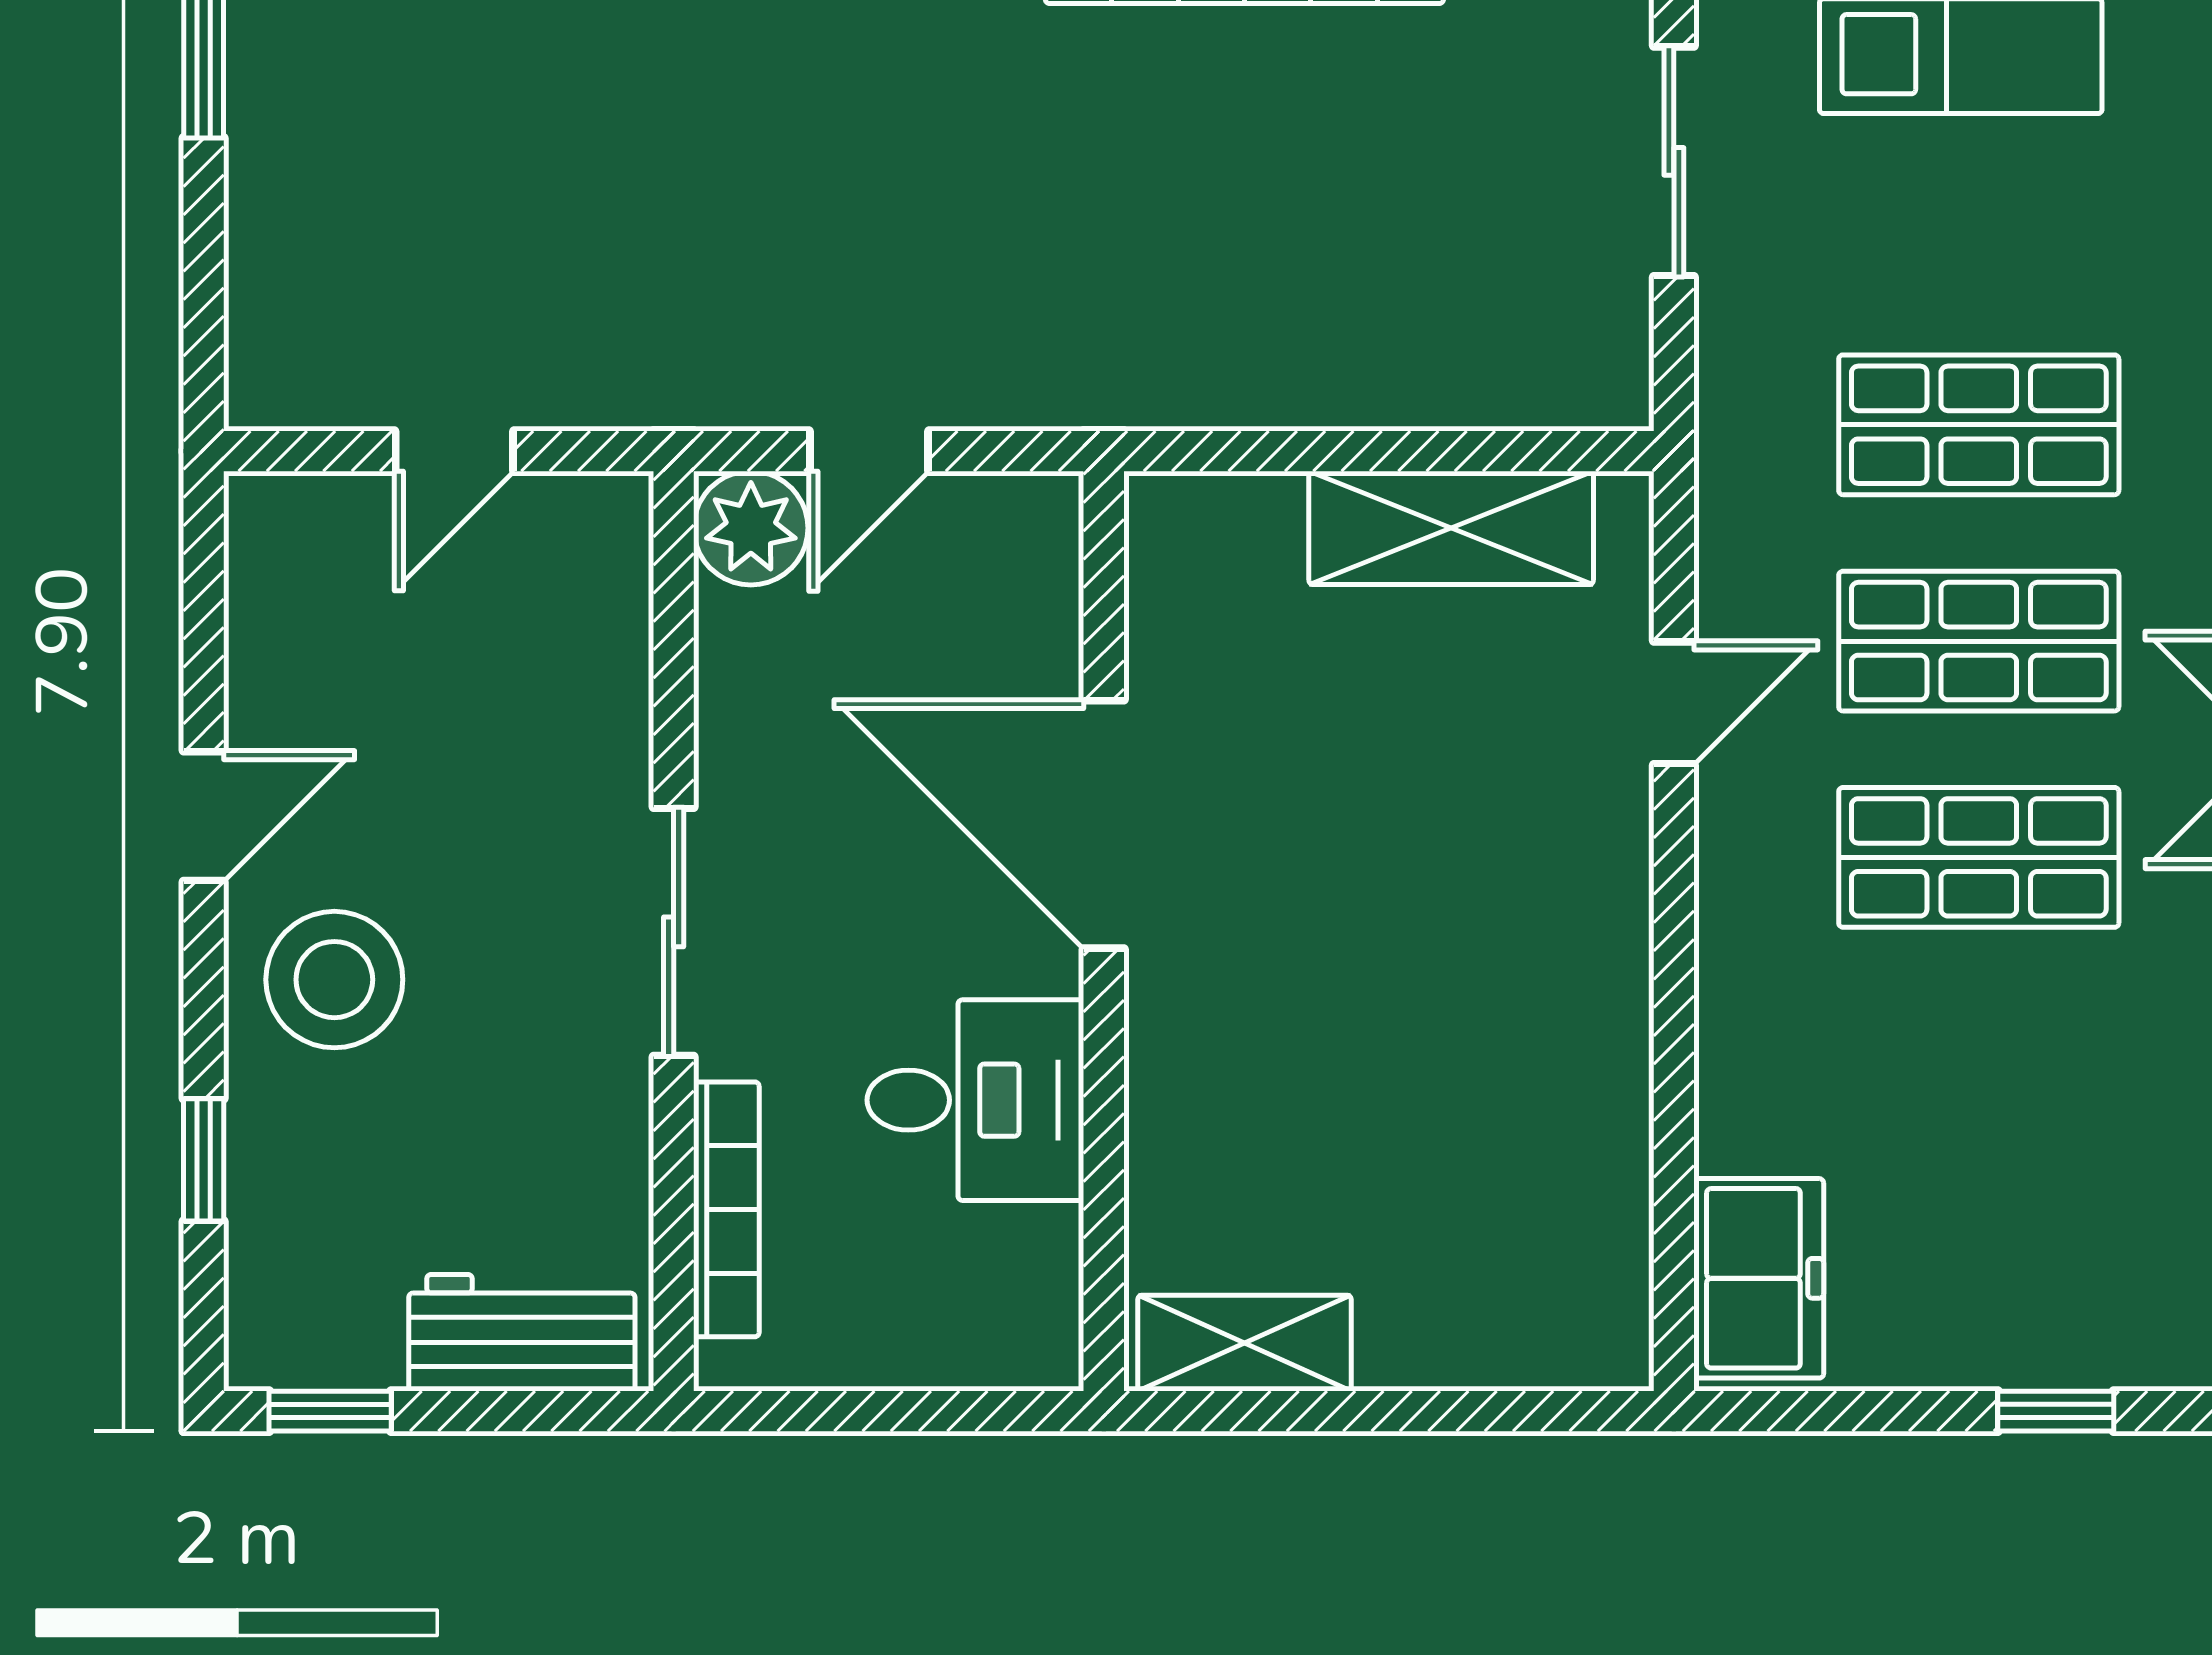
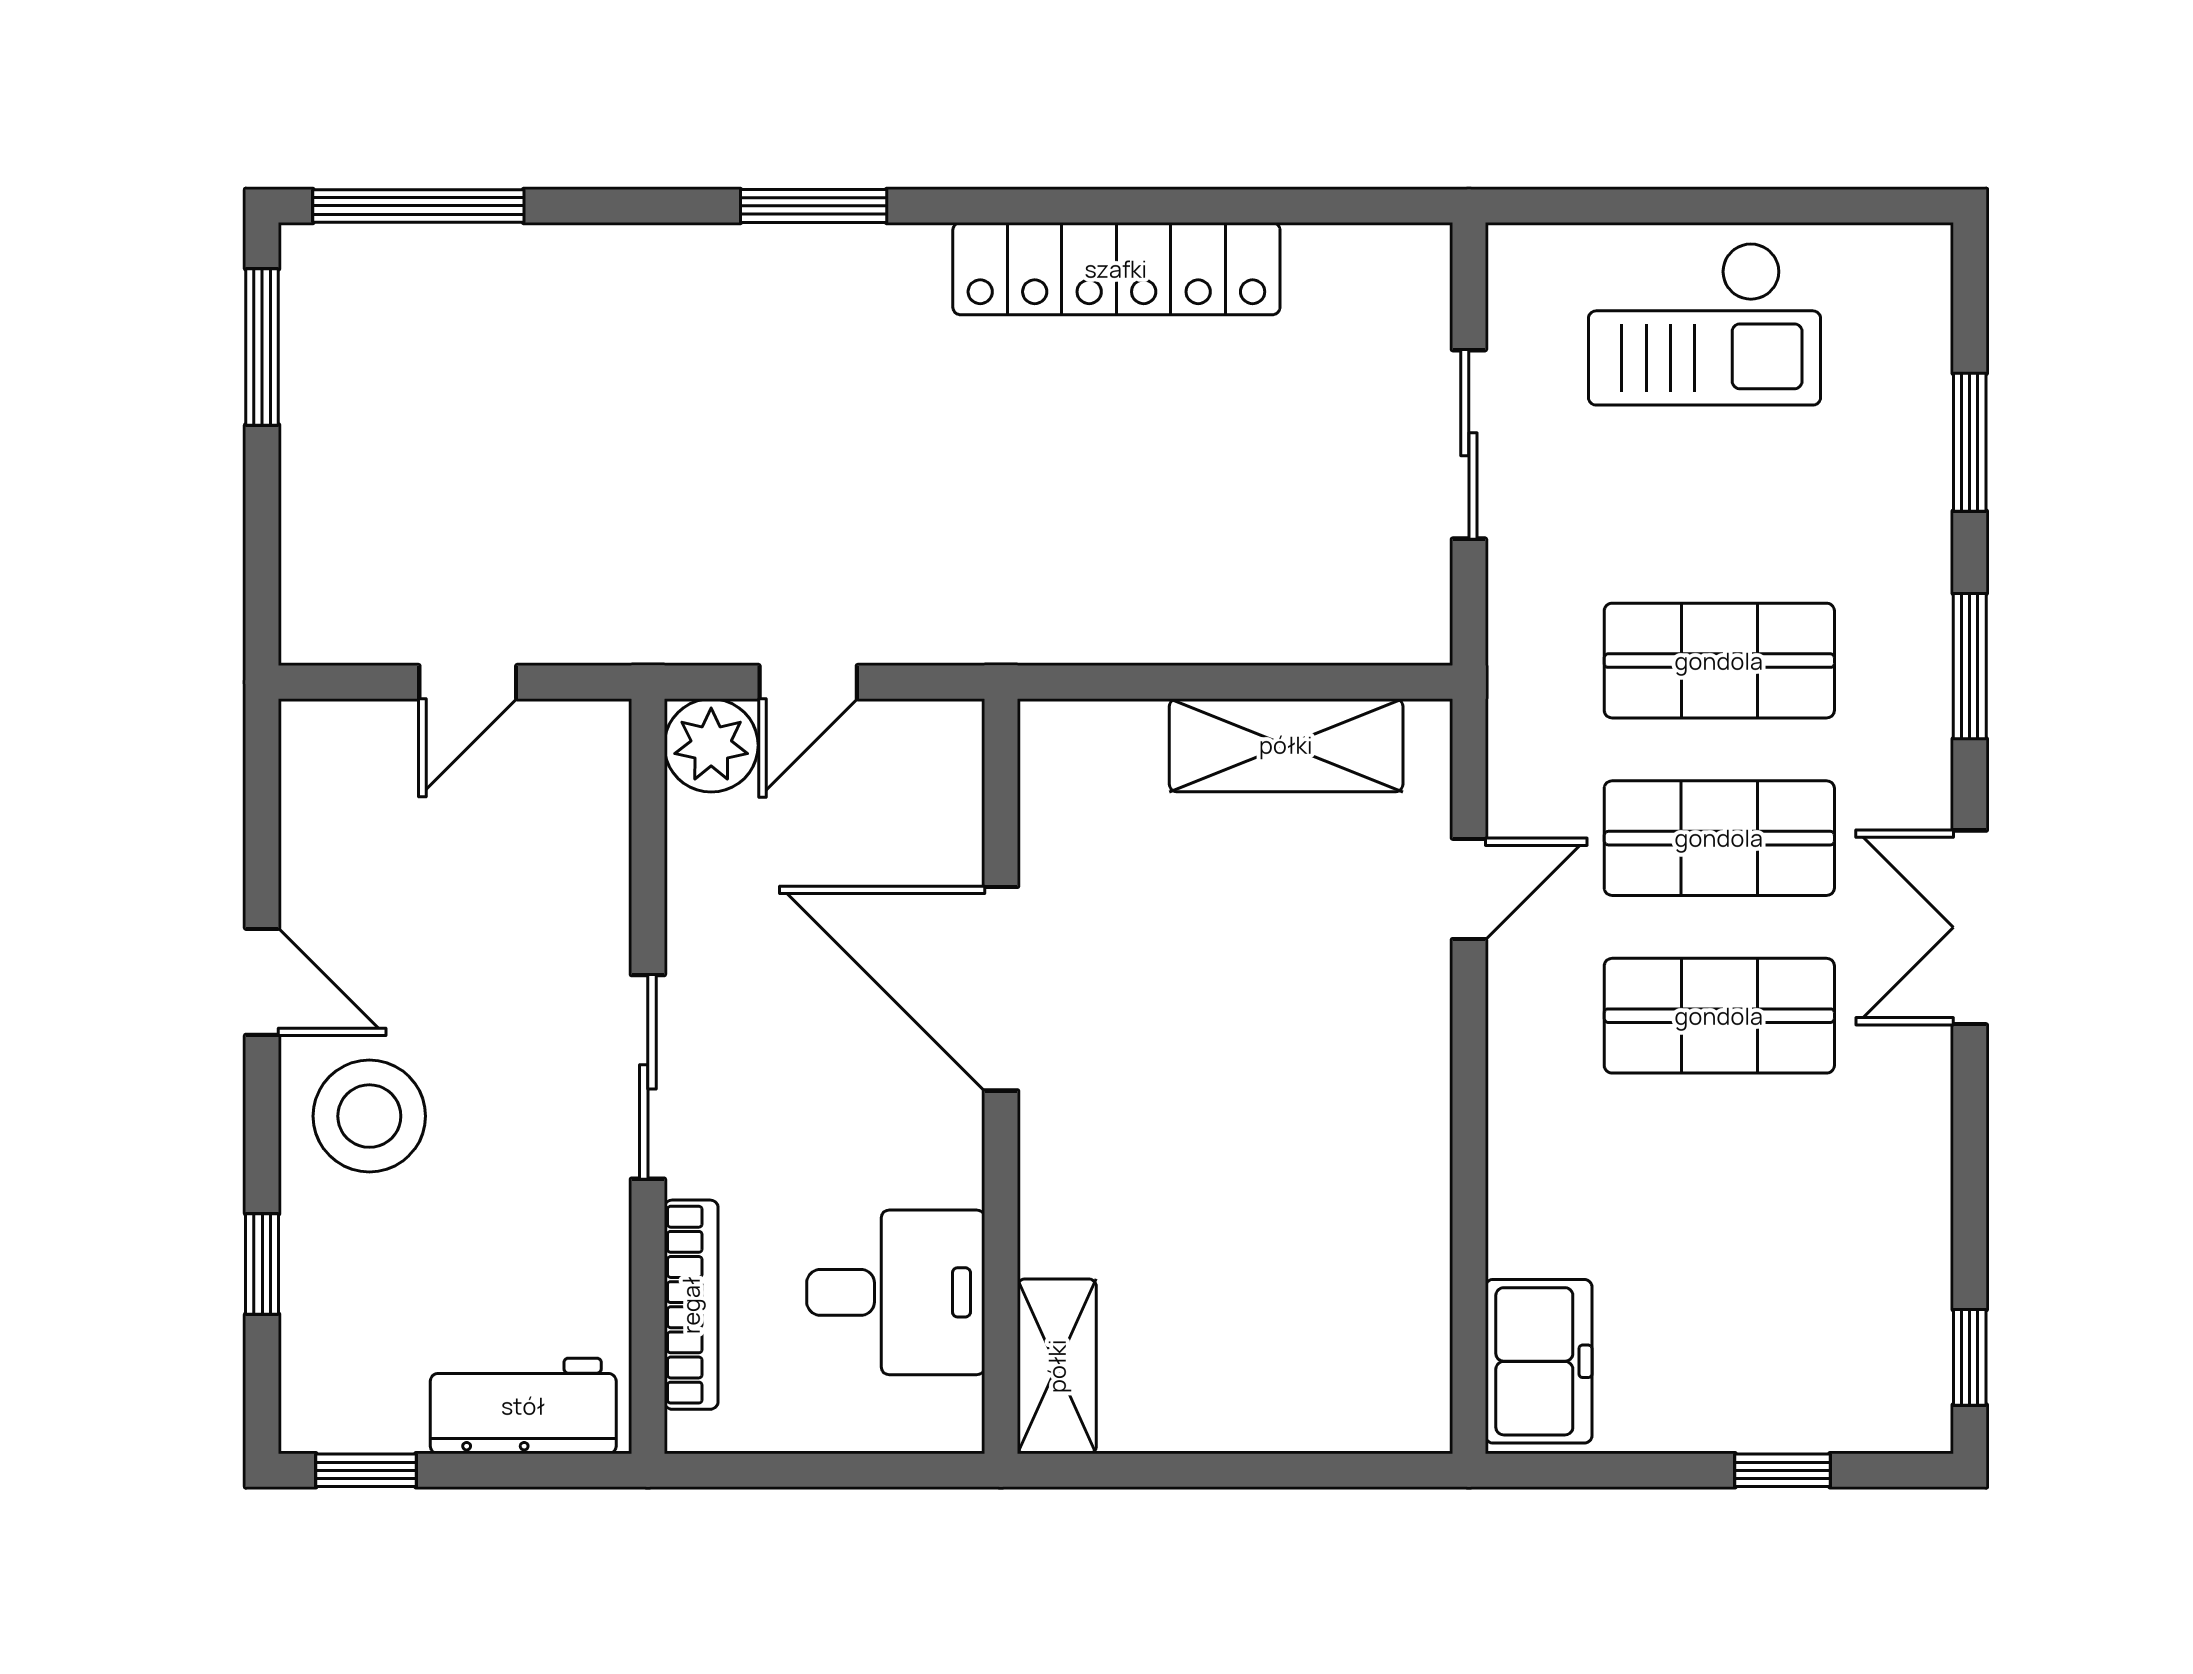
door: (204, 816) -> (262, 982), hinge flipped
desk: (975, 1100) -> (896, 1292), moved
shelving: (1245, 1343) -> (1057, 1366), moved, turned 90

